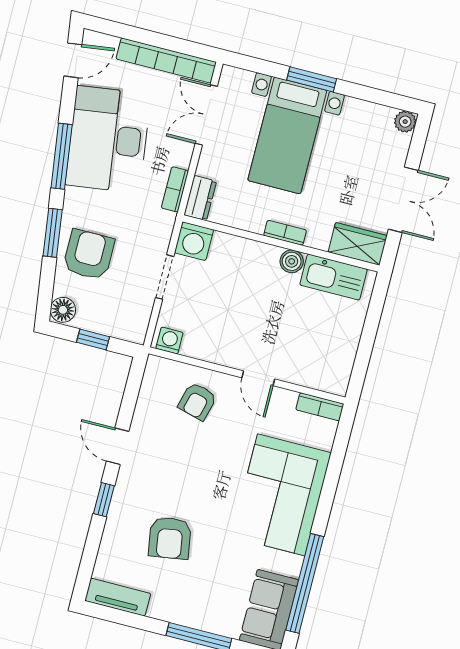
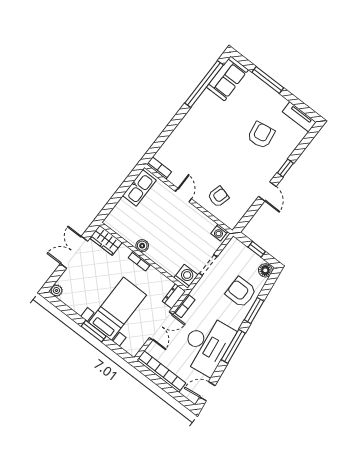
double door: (206, 115) -> (161, 326), moved
armchair: (89, 255) -> (241, 292), turned 90
kitchen sink: (334, 277) -> (139, 188), moved, turned 90
corner sofa: (281, 495) -> (197, 133), removed

